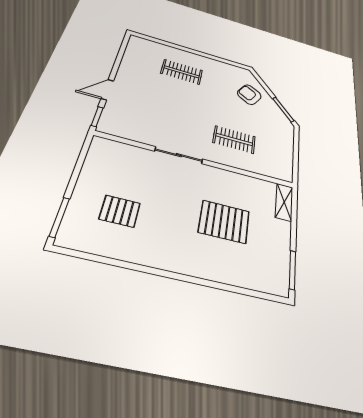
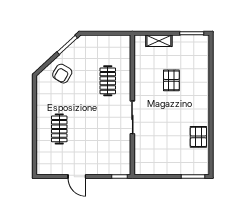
door: (107, 90) -> (77, 177), moved
shelving: (284, 202) -> (159, 41), moved
pallet: (120, 211) -> (198, 137), moved
pallet: (224, 222) -> (171, 80), width x0.67, depth x0.71

